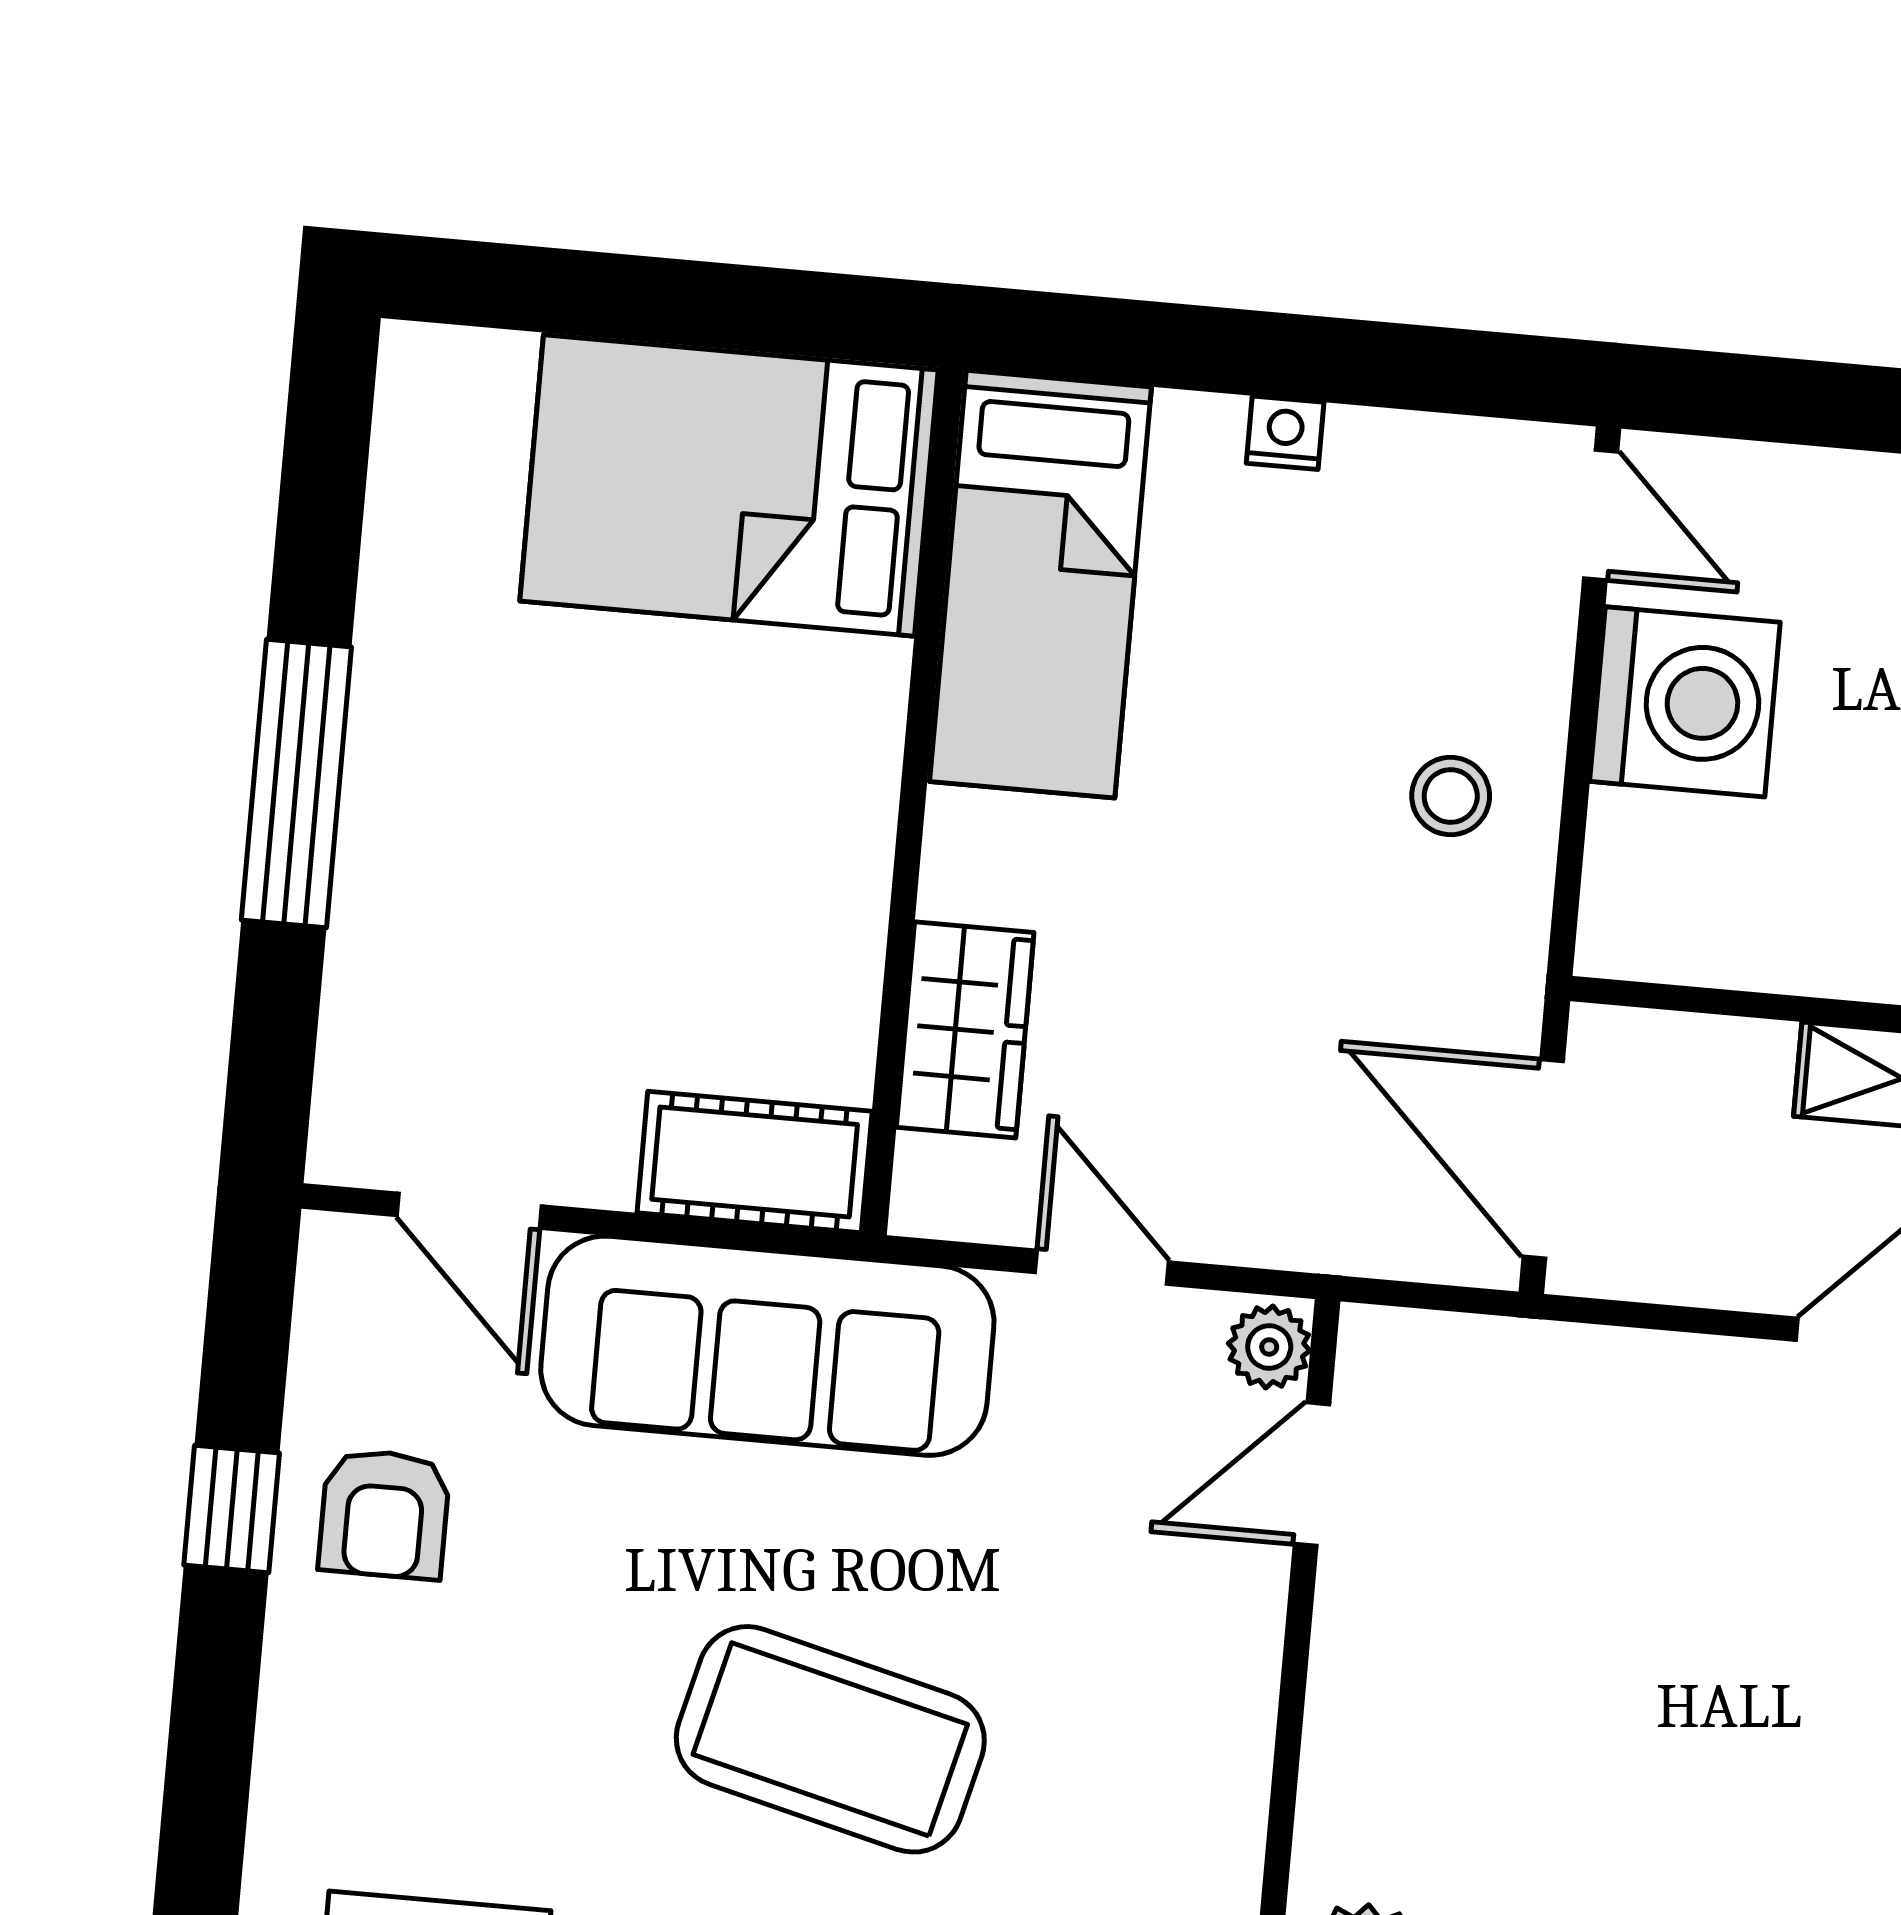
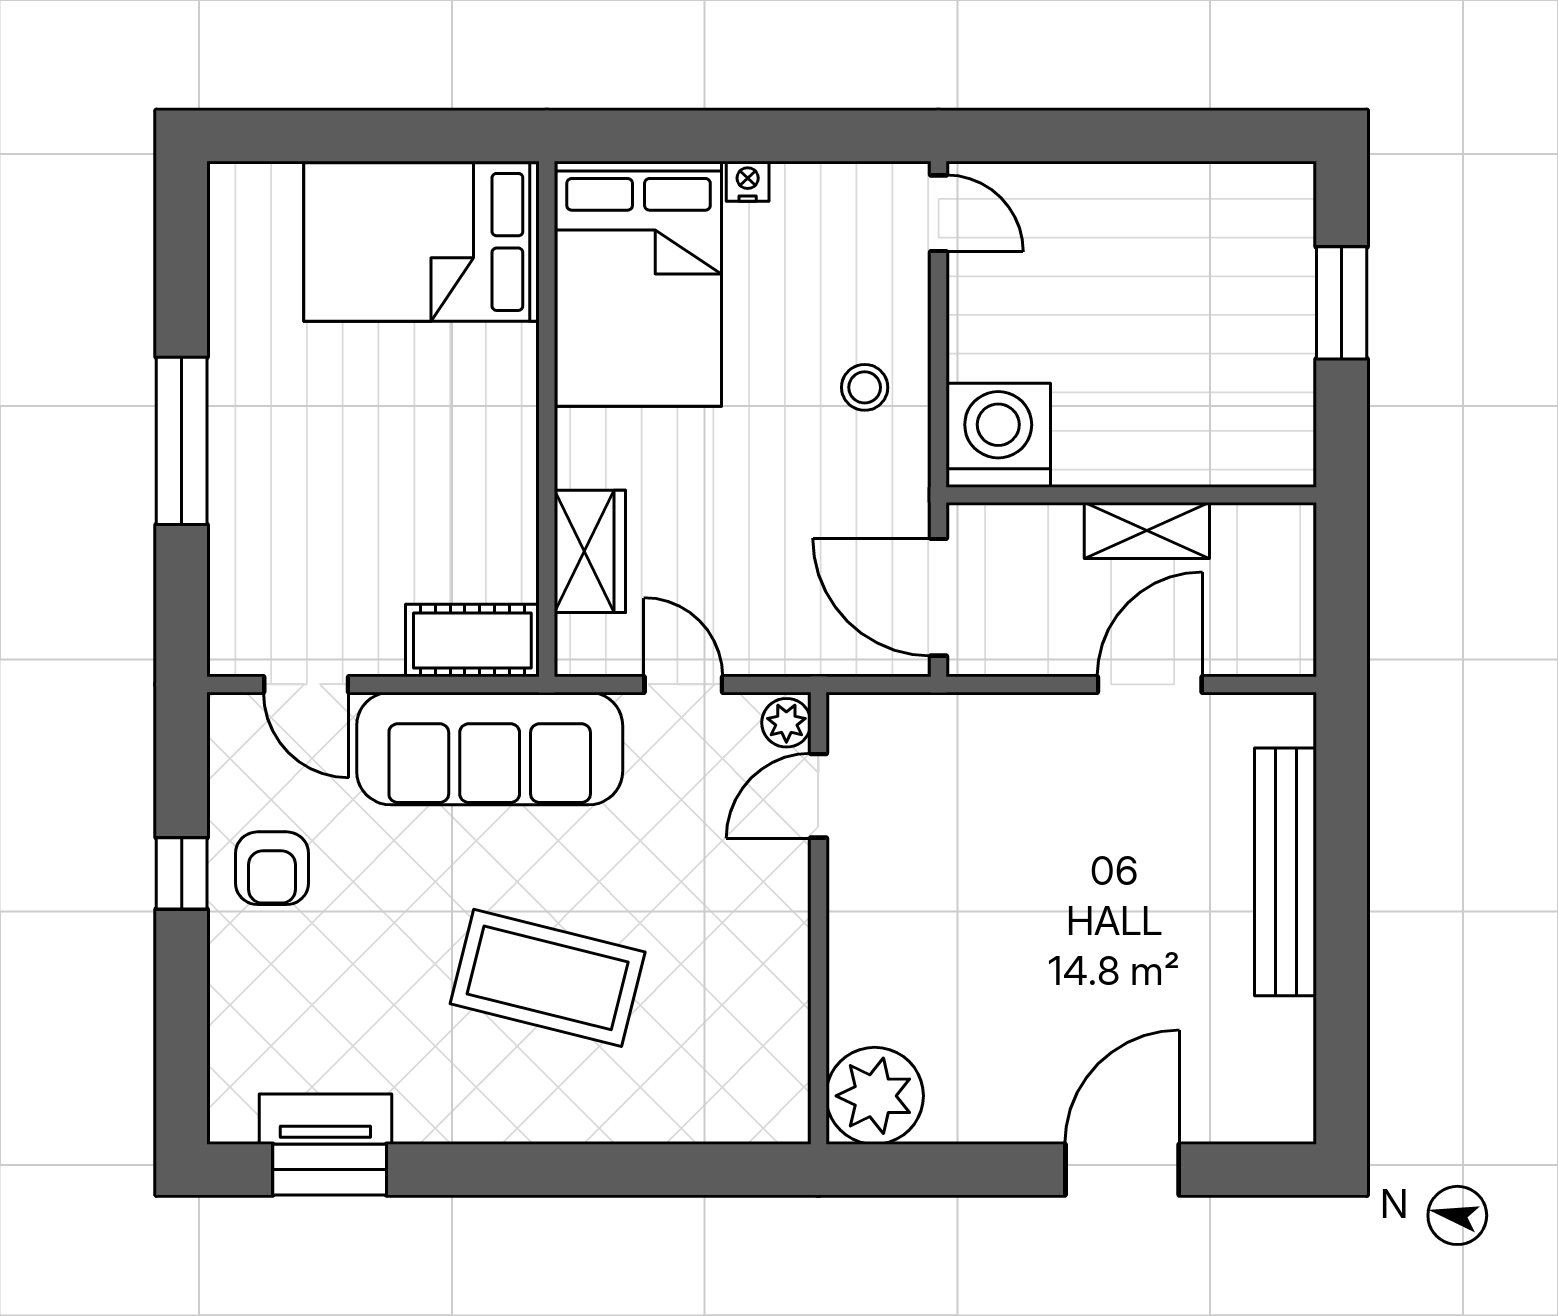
bed: (1040, 584) -> (639, 284), width x1.50
washing machine: (1685, 702) -> (998, 435), moved, turned -90

